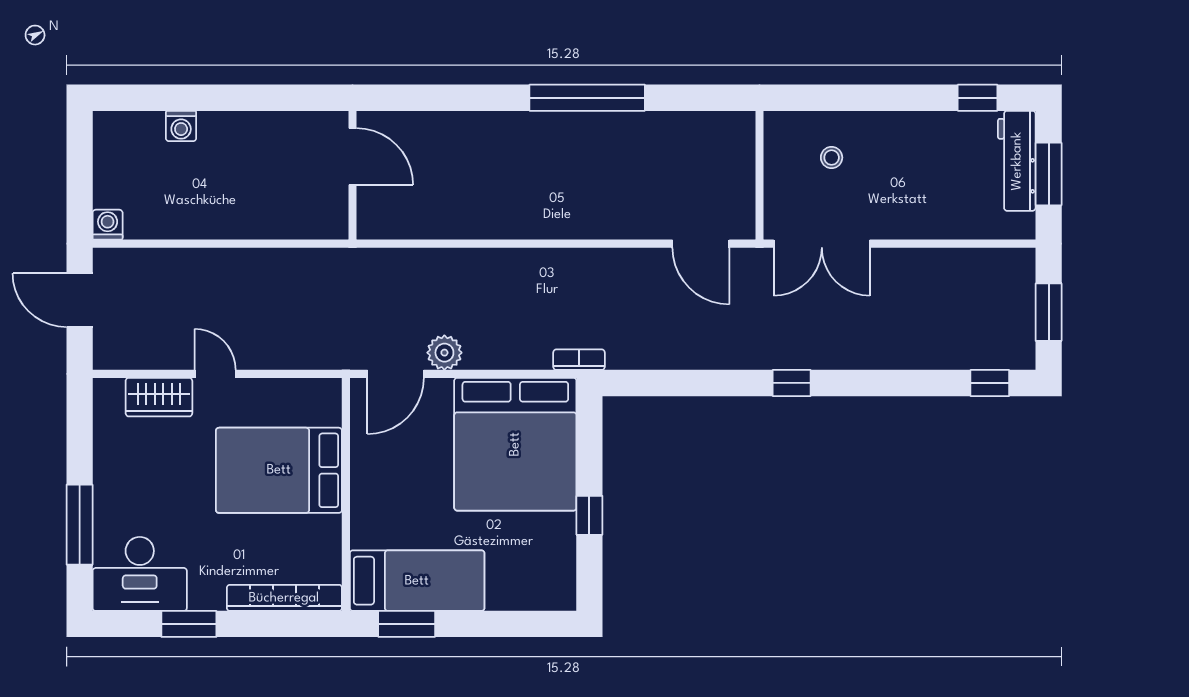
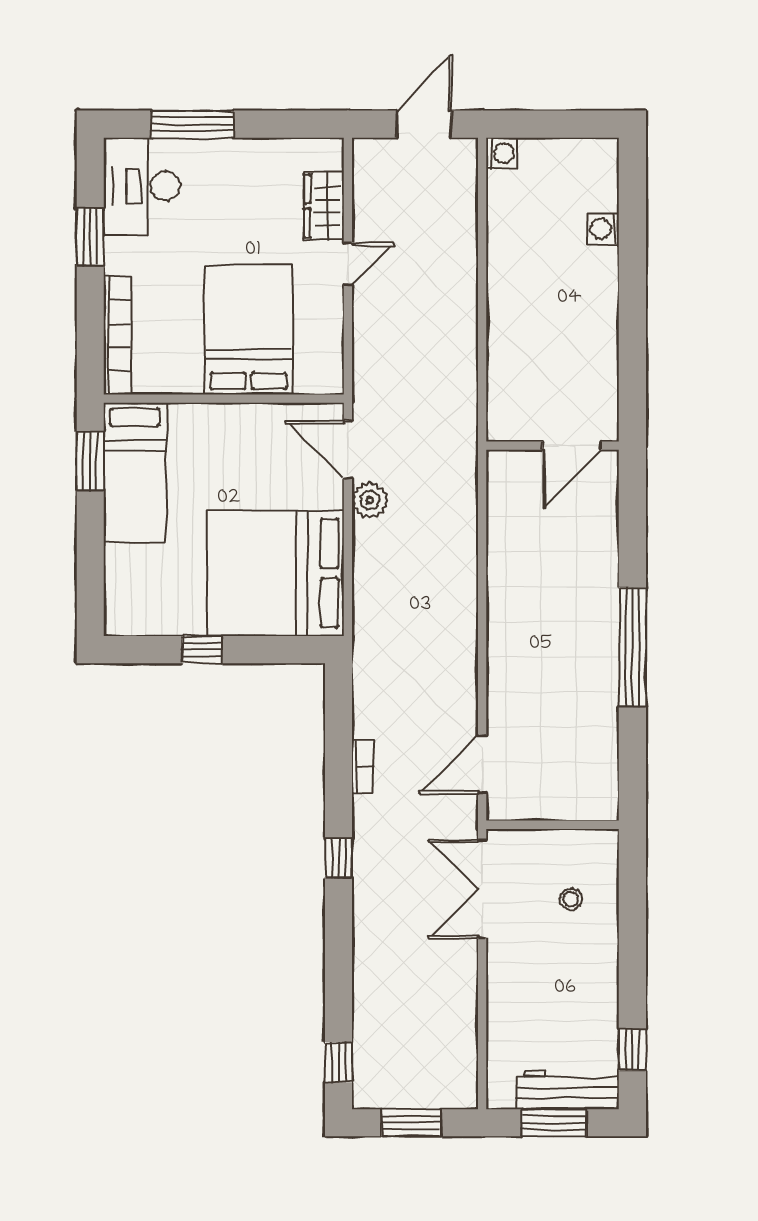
door: (352, 157) -> (572, 446), moved
wall: (352, 175) -> (553, 446), moved
bookcase: (579, 360) -> (363, 767), moved

